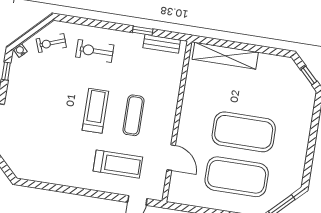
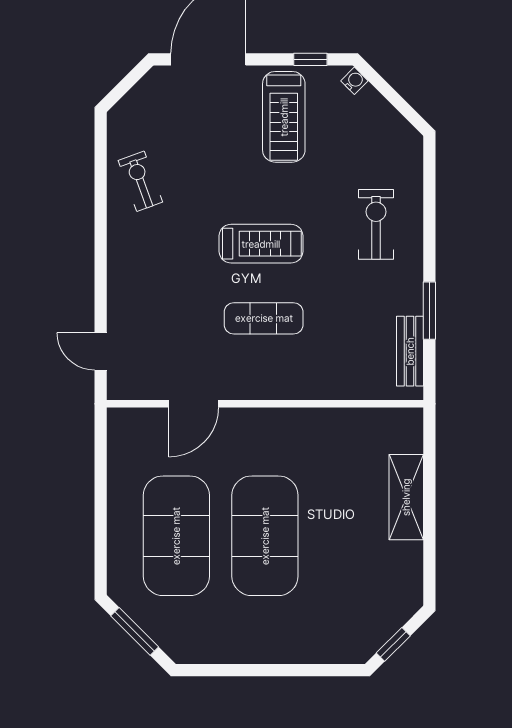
window: (143, 31) -> (429, 311), width x1.50
exercise bike: (51, 43) -> (140, 181), moved
shelving: (225, 56) -> (406, 497), width x0.68
treadmill: (118, 164) -> (284, 117), moved

